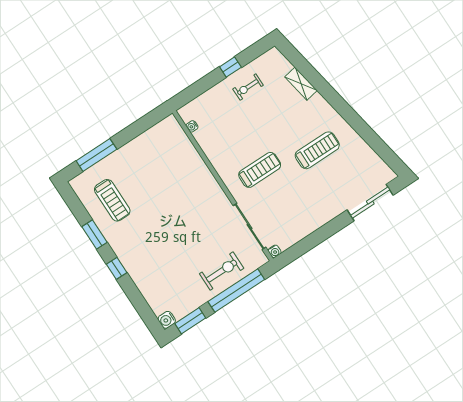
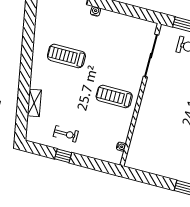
treadmill: (260, 170) -> (114, 97), moved
water cooler: (275, 251) -> (95, 11), moved

